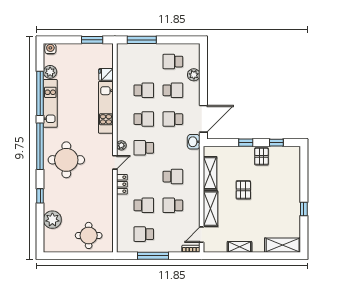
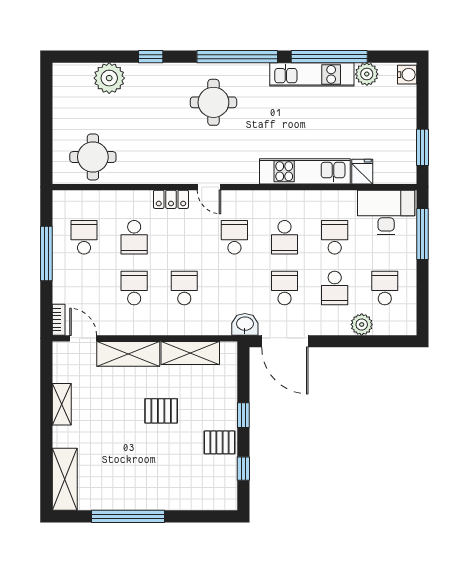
desk: (129, 61) -> (386, 212), added
school desk: (144, 90) -> (335, 237), turned 180
plant: (121, 145) -> (239, 198), removed
round table: (66, 160) -> (213, 102), width x0.73, depth x0.73
school desk: (173, 177) -> (184, 288), turned 180
window: (304, 209) -> (128, 516), width x3.17
round table: (89, 235) -> (93, 157), moved

